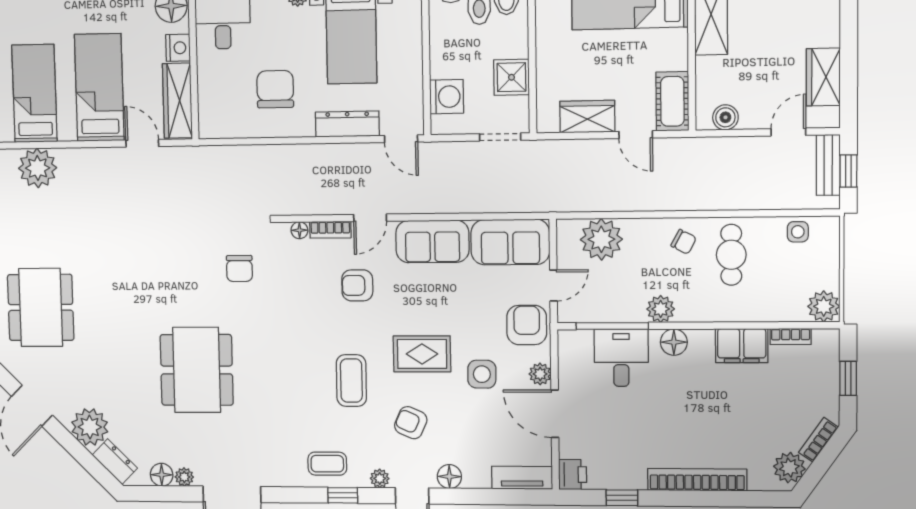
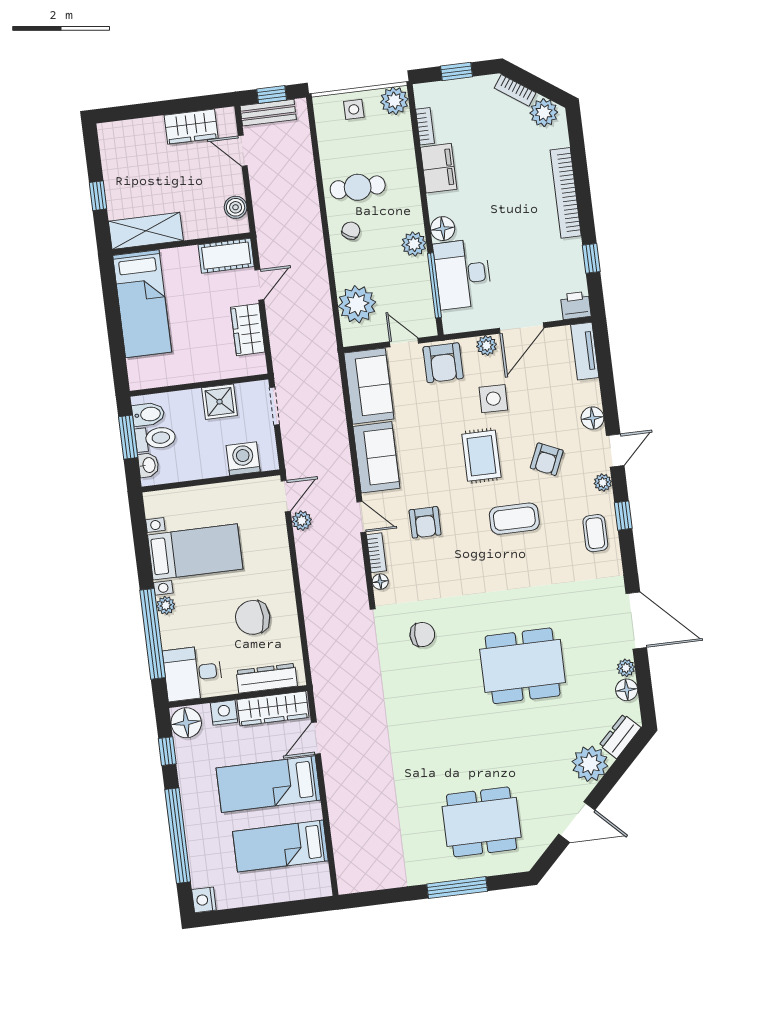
dresser: (347, 124) -> (267, 678), moved, turned 90
plant: (38, 168) -> (302, 521), moved, width x0.53, depth x0.53
side table: (798, 232) -> (354, 109), moved
armchair: (527, 325) -> (443, 363), turned -90
desk: (621, 358) -> (463, 274), width x1.37

